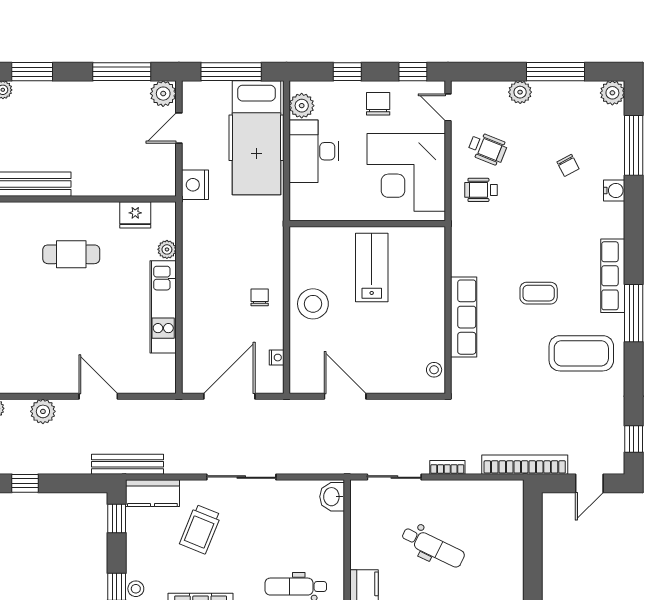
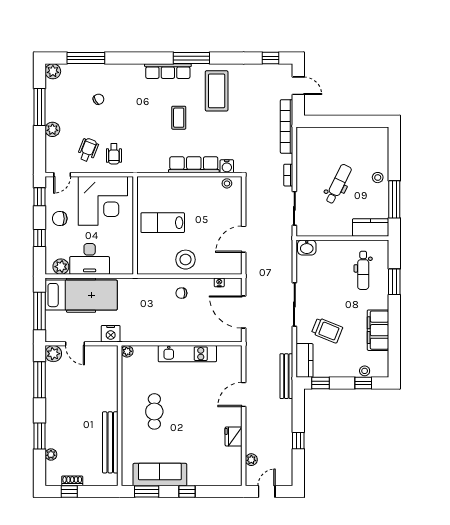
water cooler: (614, 190) -> (227, 166), moved, turned 180
fridge: (135, 215) -> (234, 436), moved, turned 180
plant: (167, 249) -> (127, 351), moved
plant: (43, 411) -> (253, 429), removed

